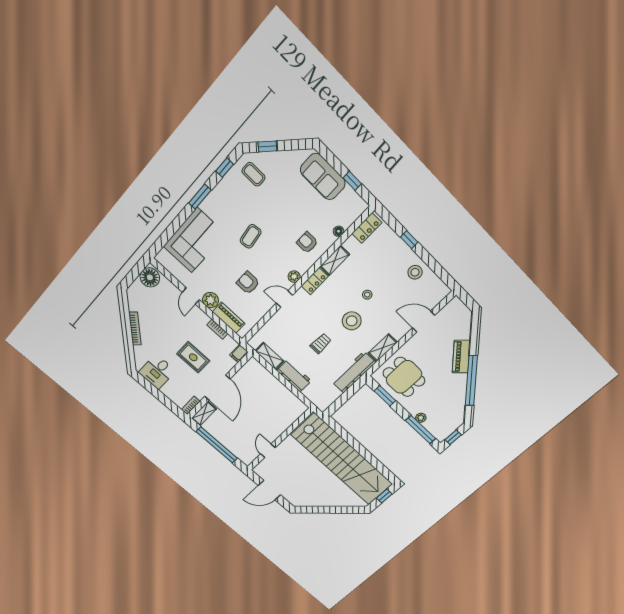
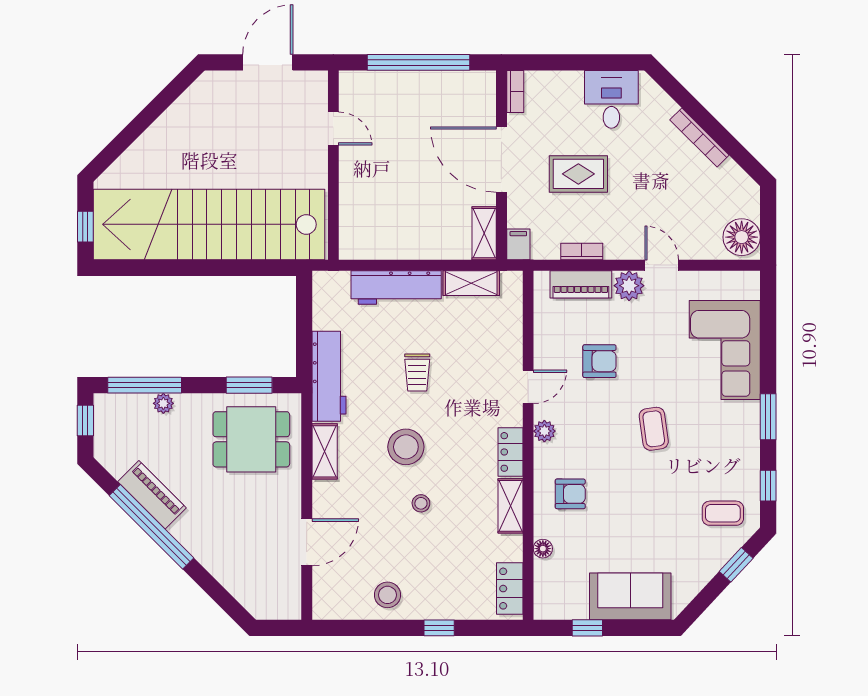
piano: (461, 357) -> (152, 495), moved
workbench: (294, 376) -> (396, 287), width x1.38
shelving: (204, 414) -> (484, 233), moved

